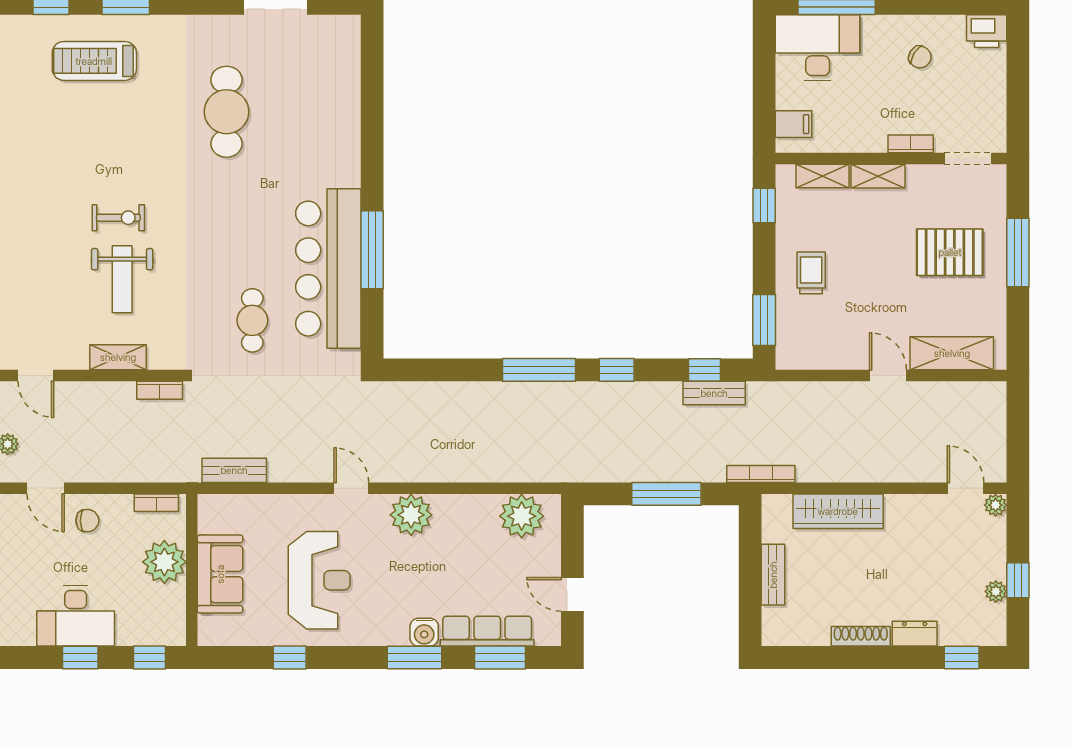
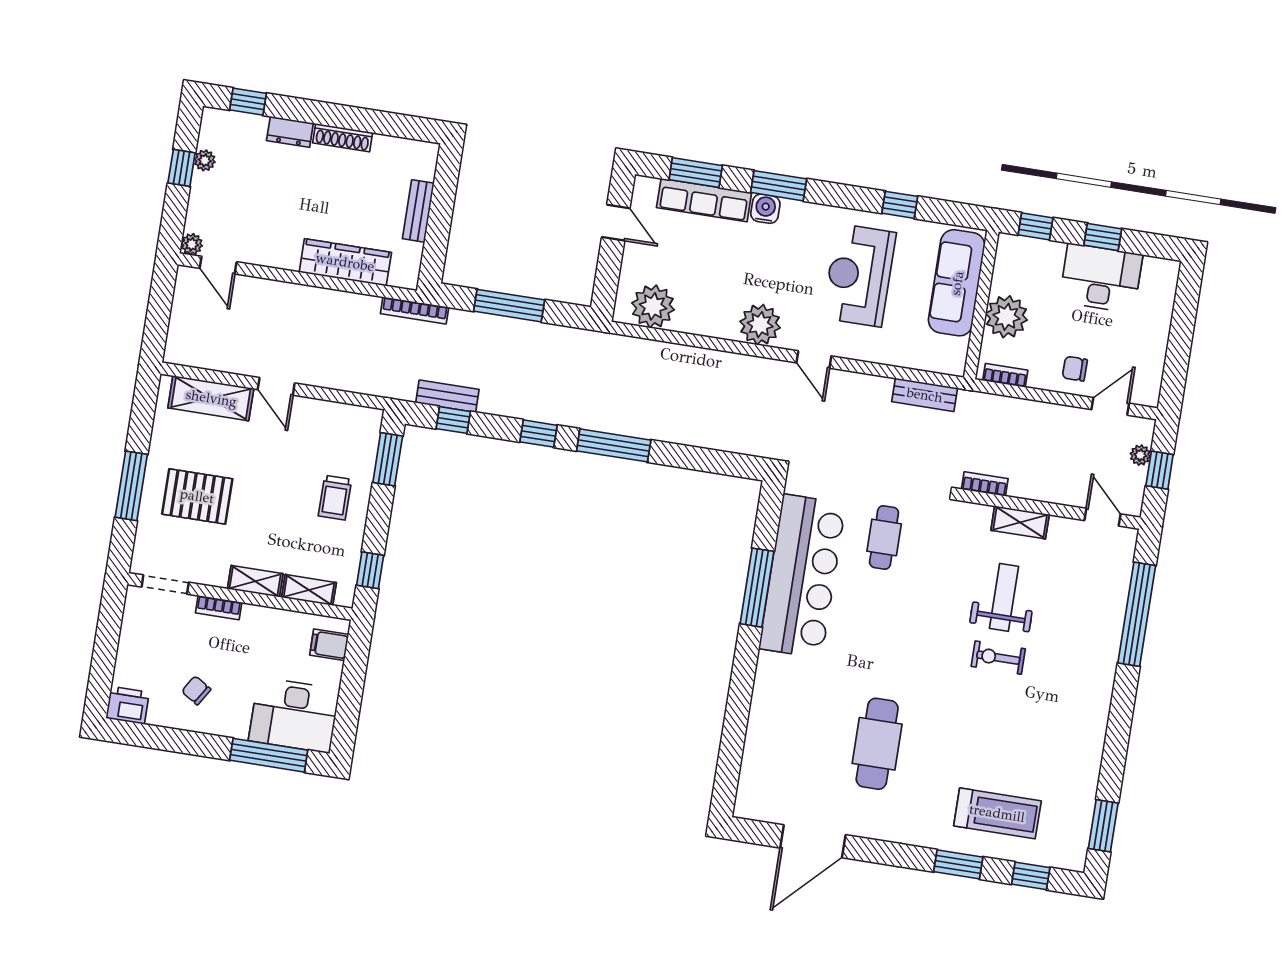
door: (46, 488) -> (1110, 406), hinge flipped
sofa: (220, 574) -> (957, 283), width x1.36

